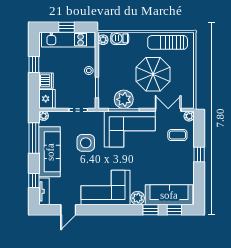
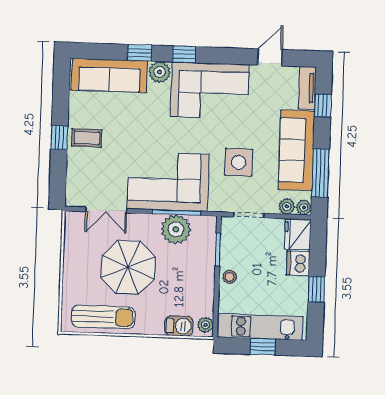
plant: (189, 116) -> (287, 206), moved
coffee table: (177, 135) -> (87, 138), moved
window: (174, 210) -> (184, 54), moved

